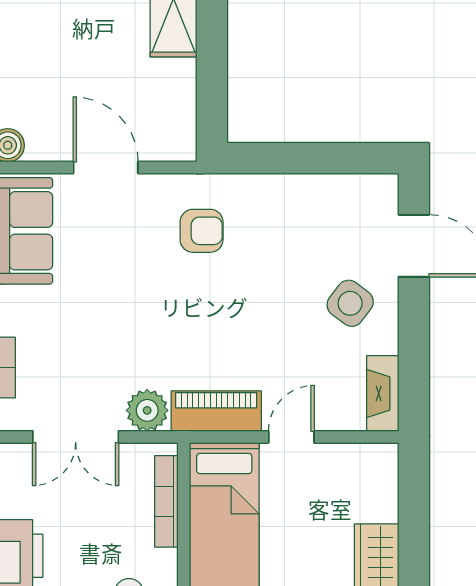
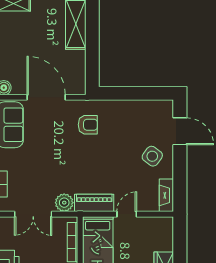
door: (106, 168) -> (46, 97), width x1.36

